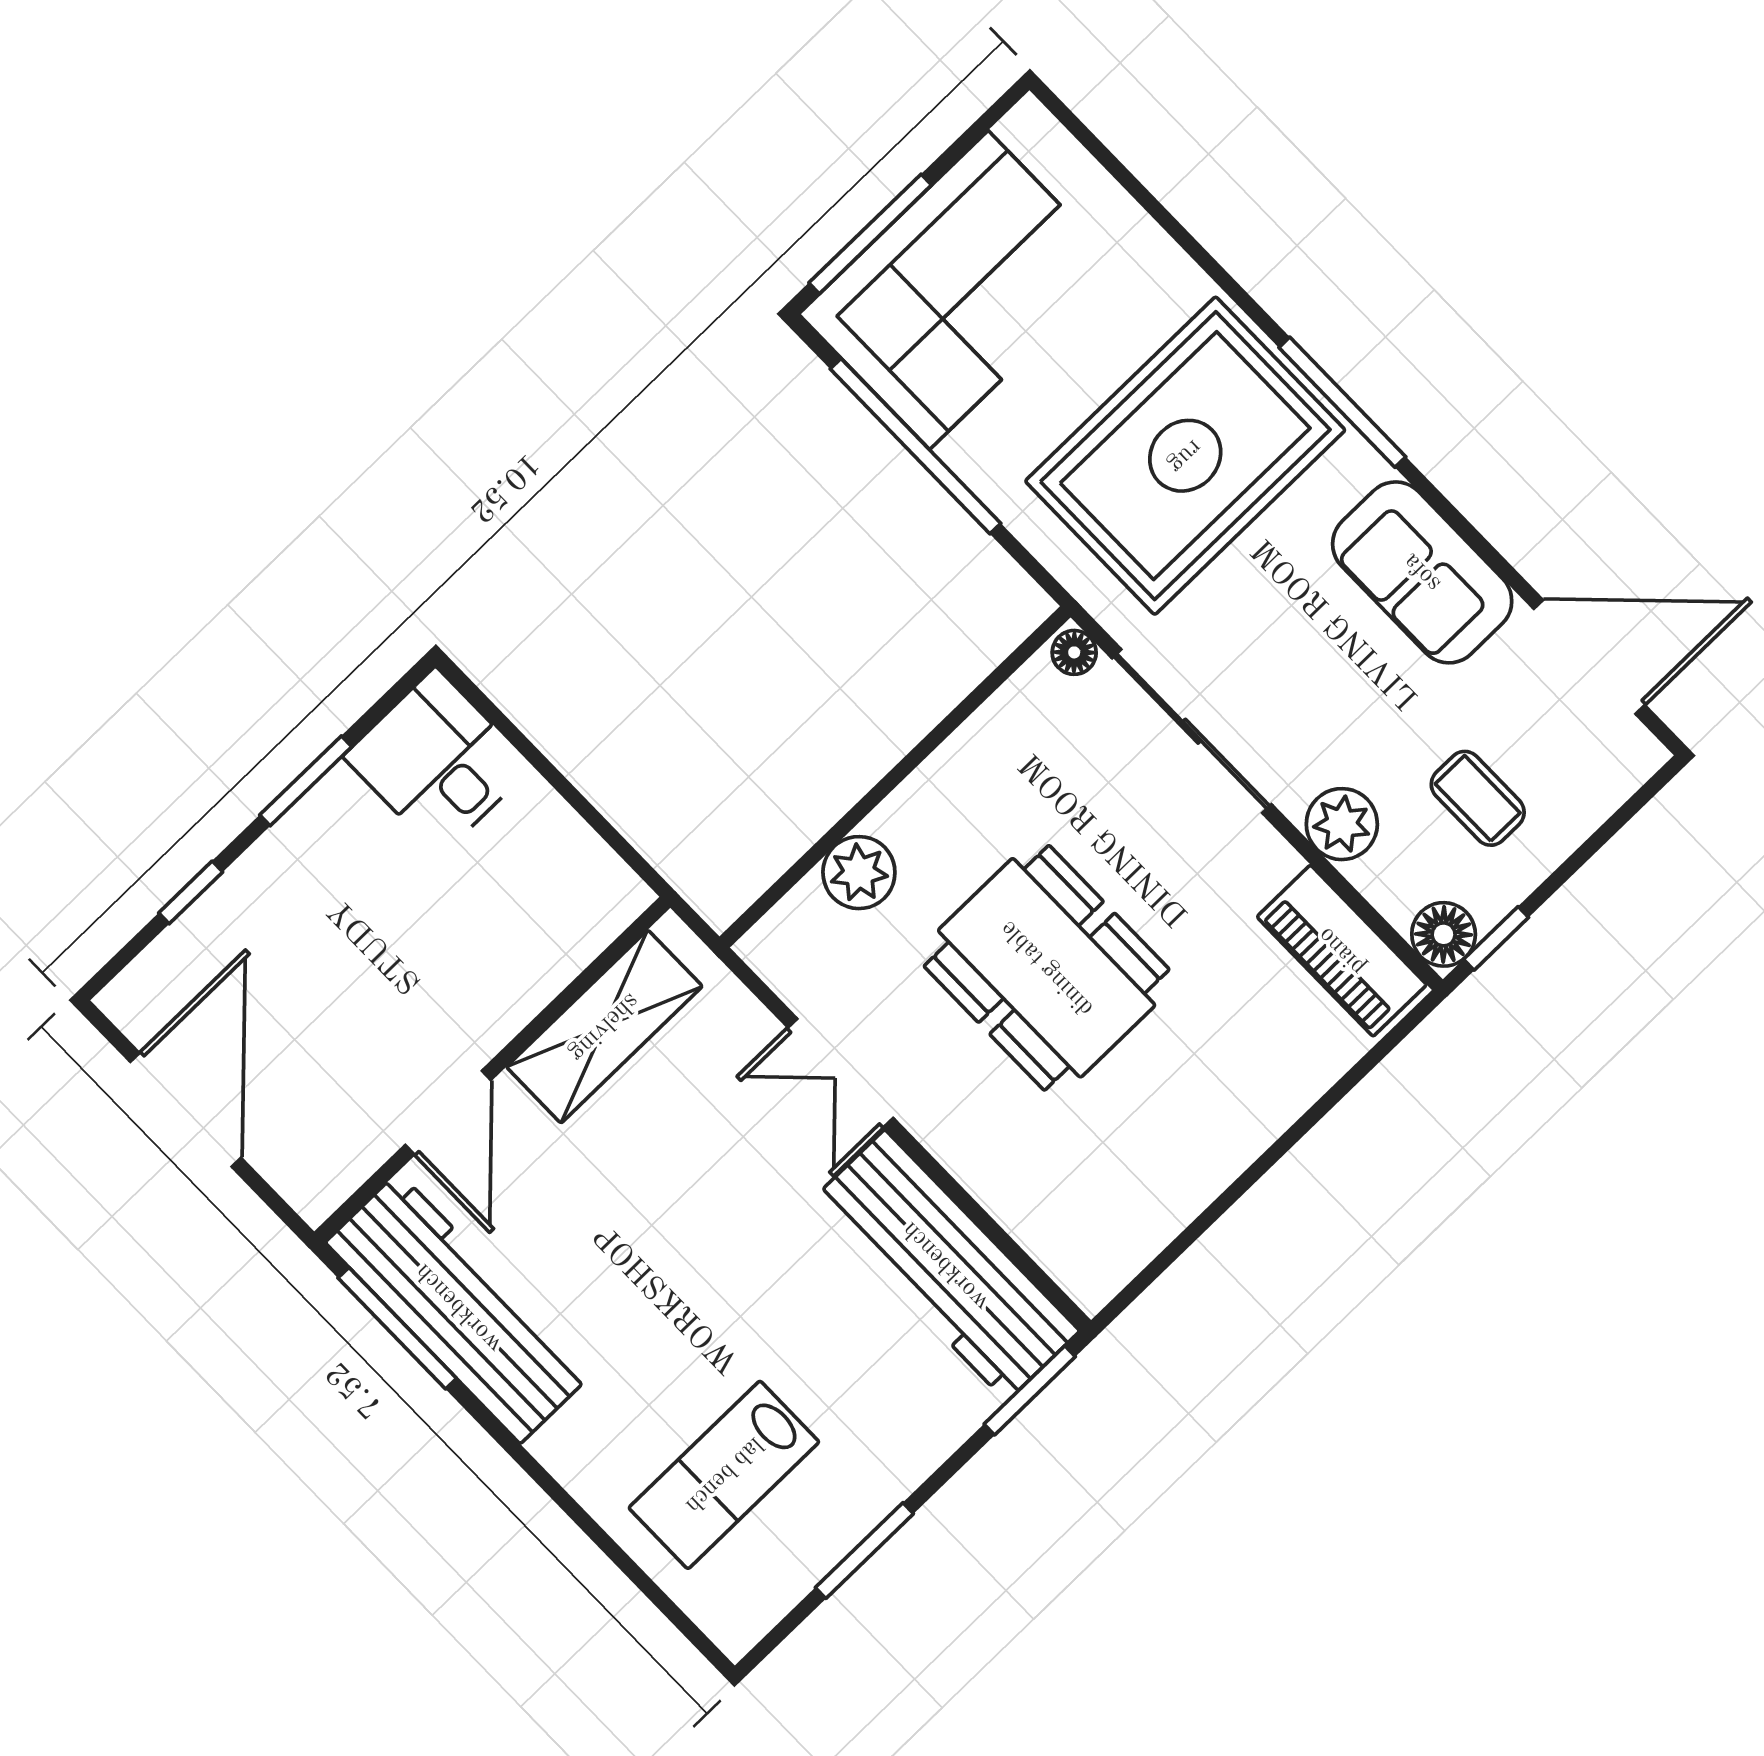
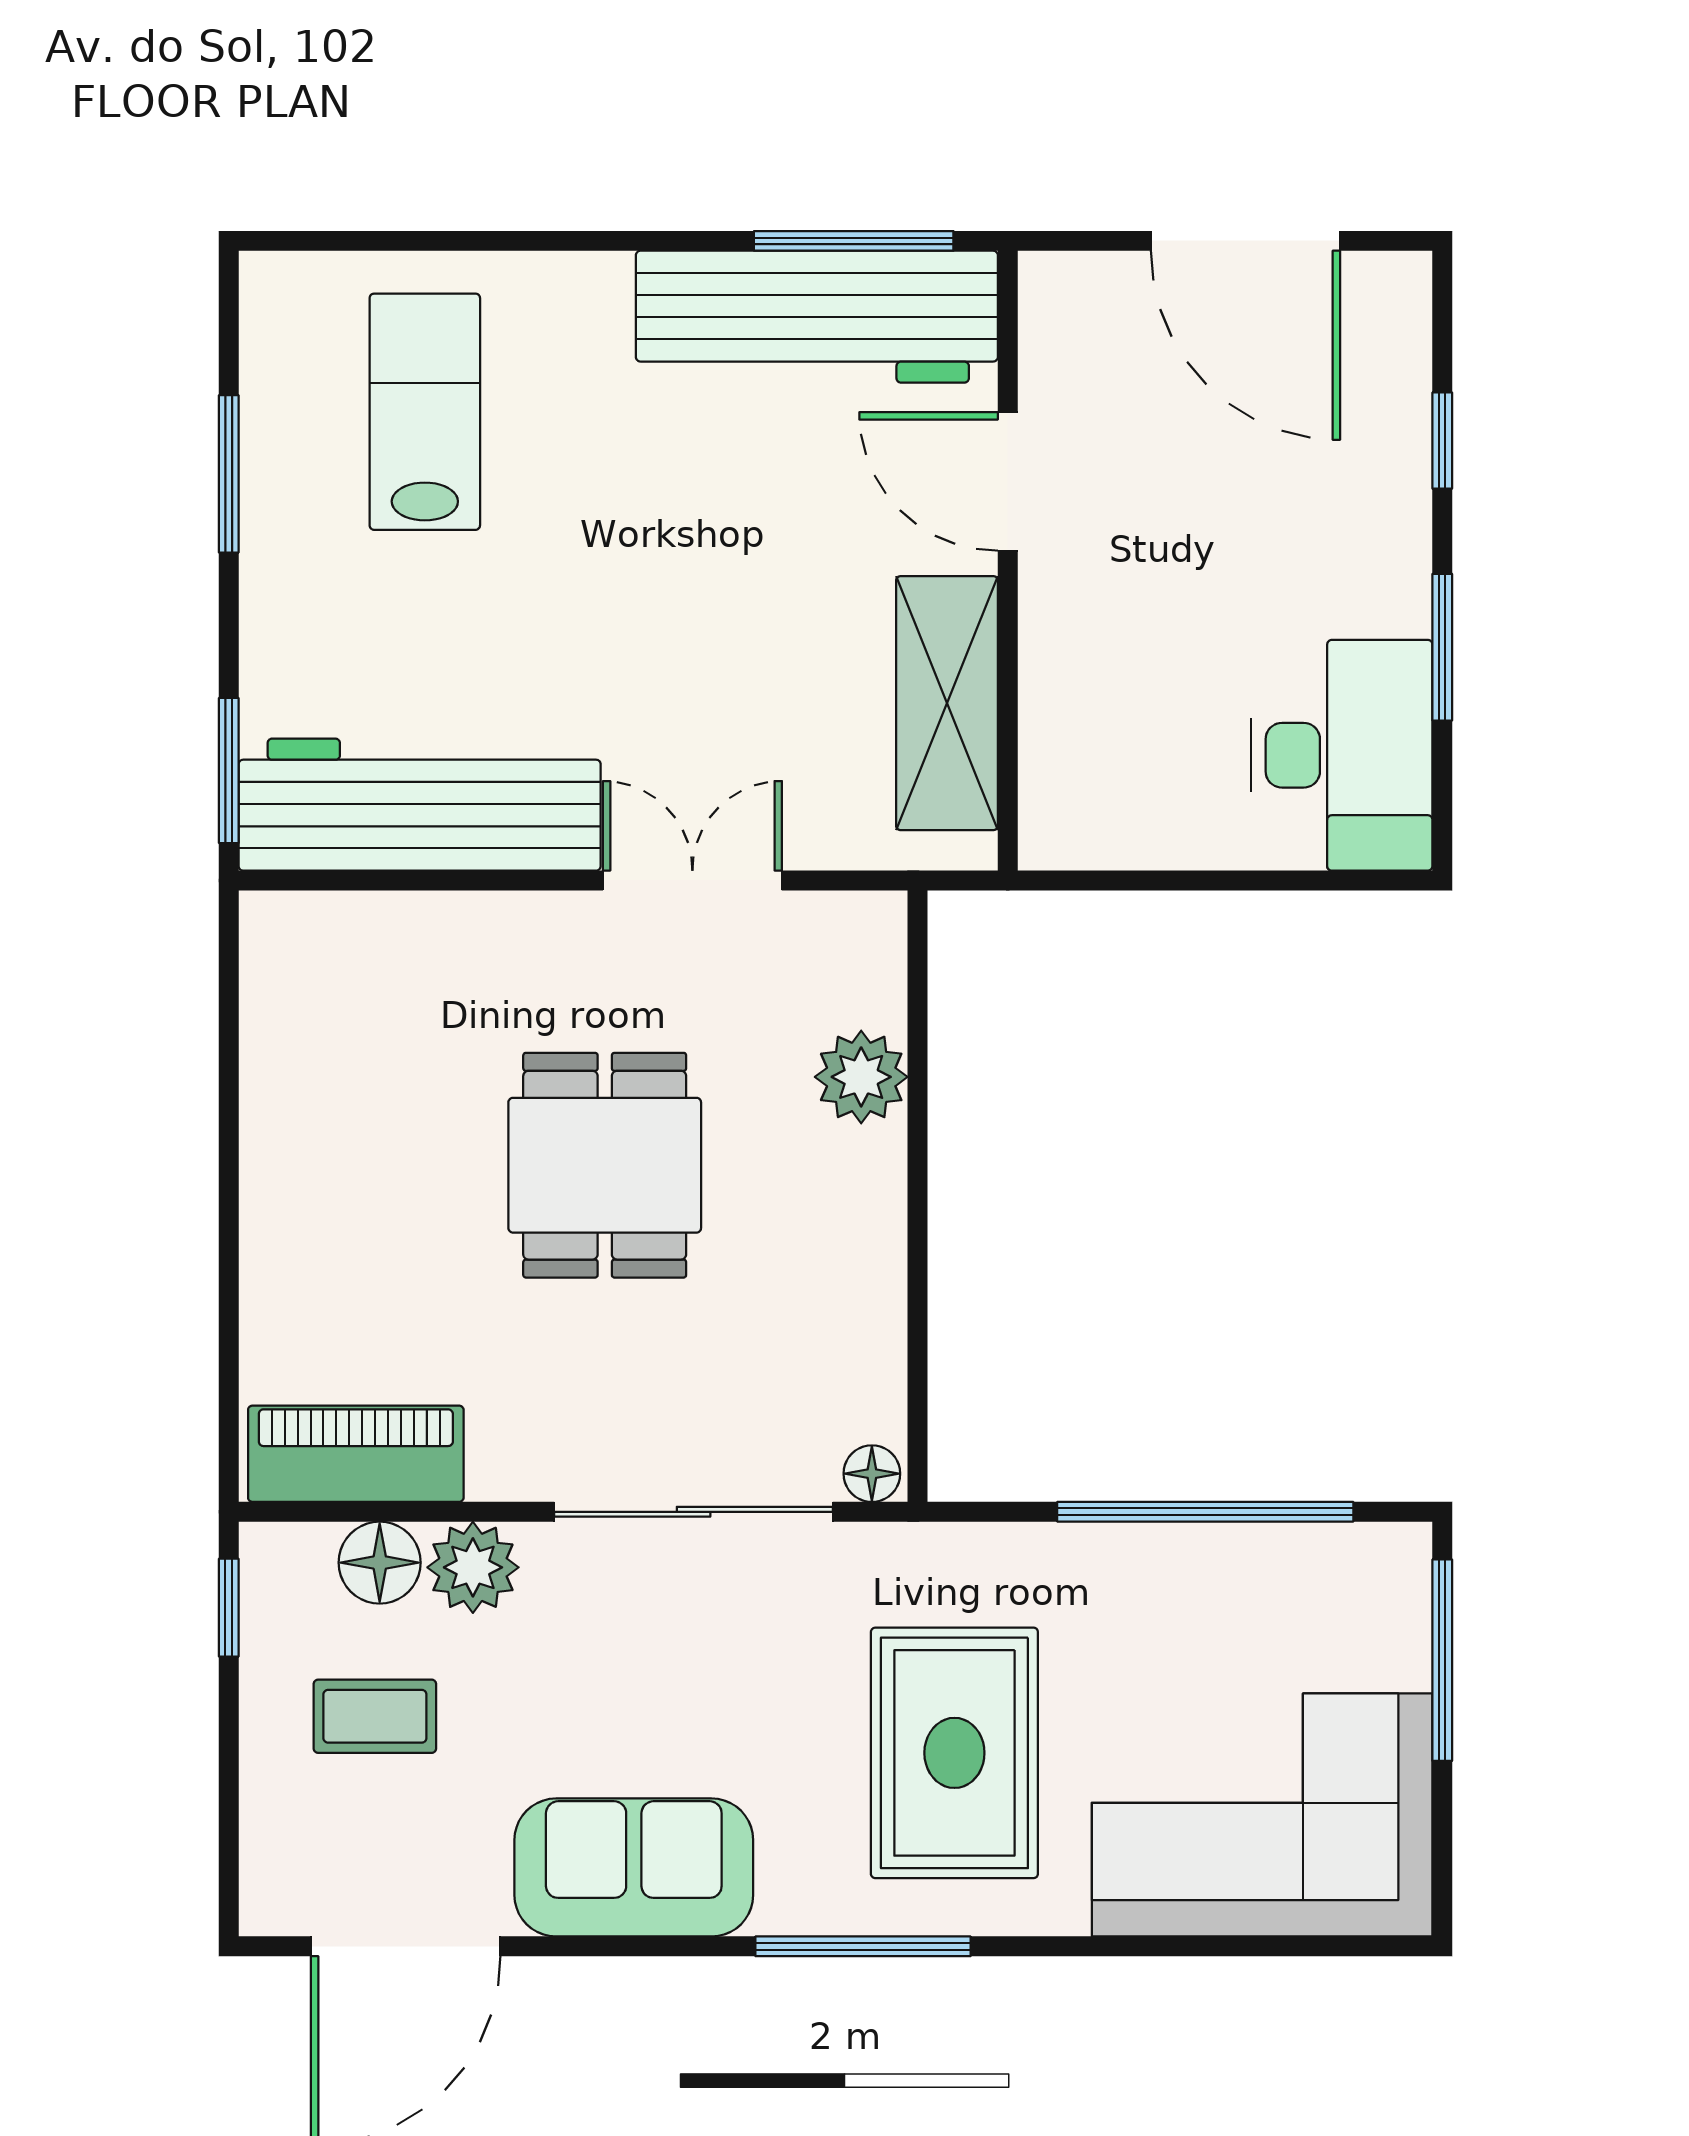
corner sofa: (959, 290) -> (1262, 1815), moved, turned 90
rug: (1185, 456) -> (954, 1753), width x0.73, depth x0.69
desk: (438, 762) -> (1342, 755), width x1.37
floor lamp: (1444, 934) -> (380, 1563), moved
dining table: (1047, 968) -> (605, 1165), width x0.73

